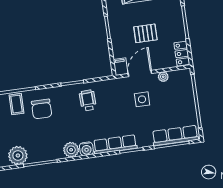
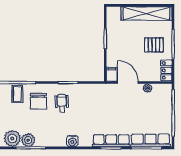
pallet: (145, 33) -> (154, 45), moved
door: (140, 73) -> (128, 83), hinge flipped
side table: (142, 99) -> (126, 105), removed
wheelchair: (88, 100) -> (62, 103), moved
row of seats: (115, 144) -> (111, 141), moved
plant: (71, 150) -> (28, 140), moved

